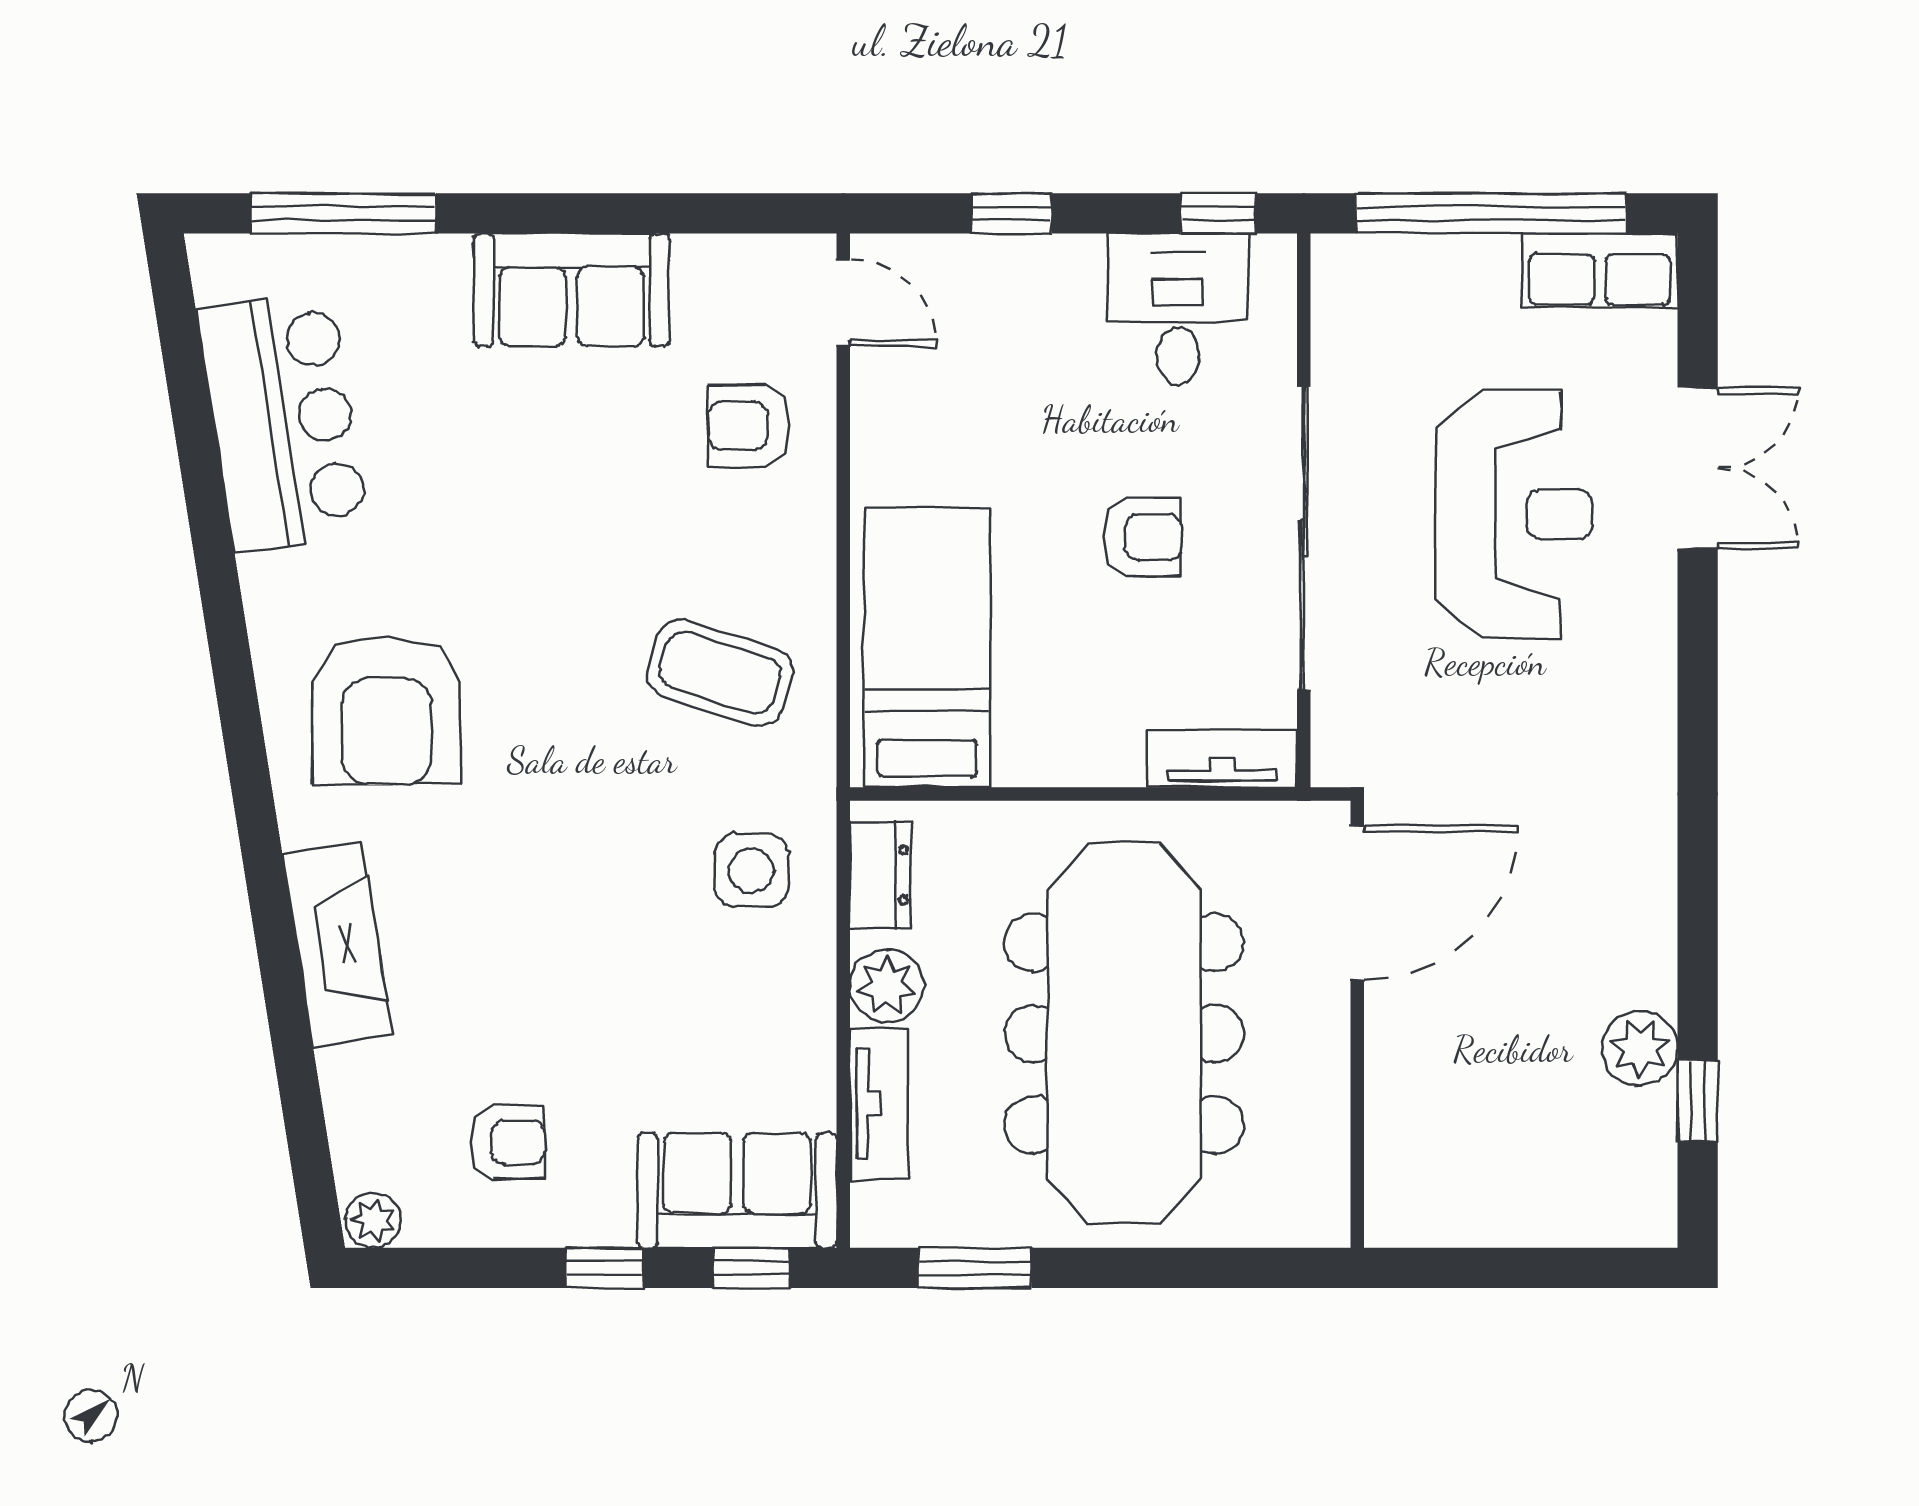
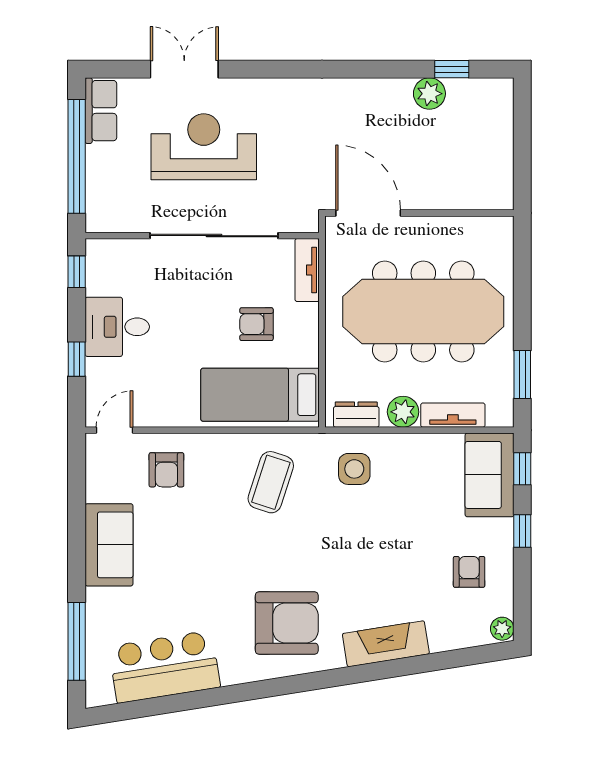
desk: (1178, 309) -> (117, 327), moved
armchair: (1142, 537) -> (256, 324), moved, turned -90

